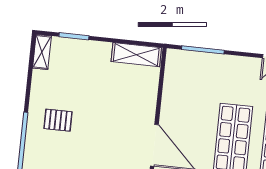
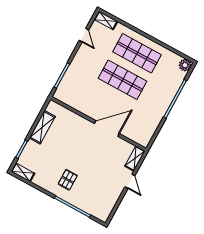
shelving: (136, 55) -> (42, 127), moved

